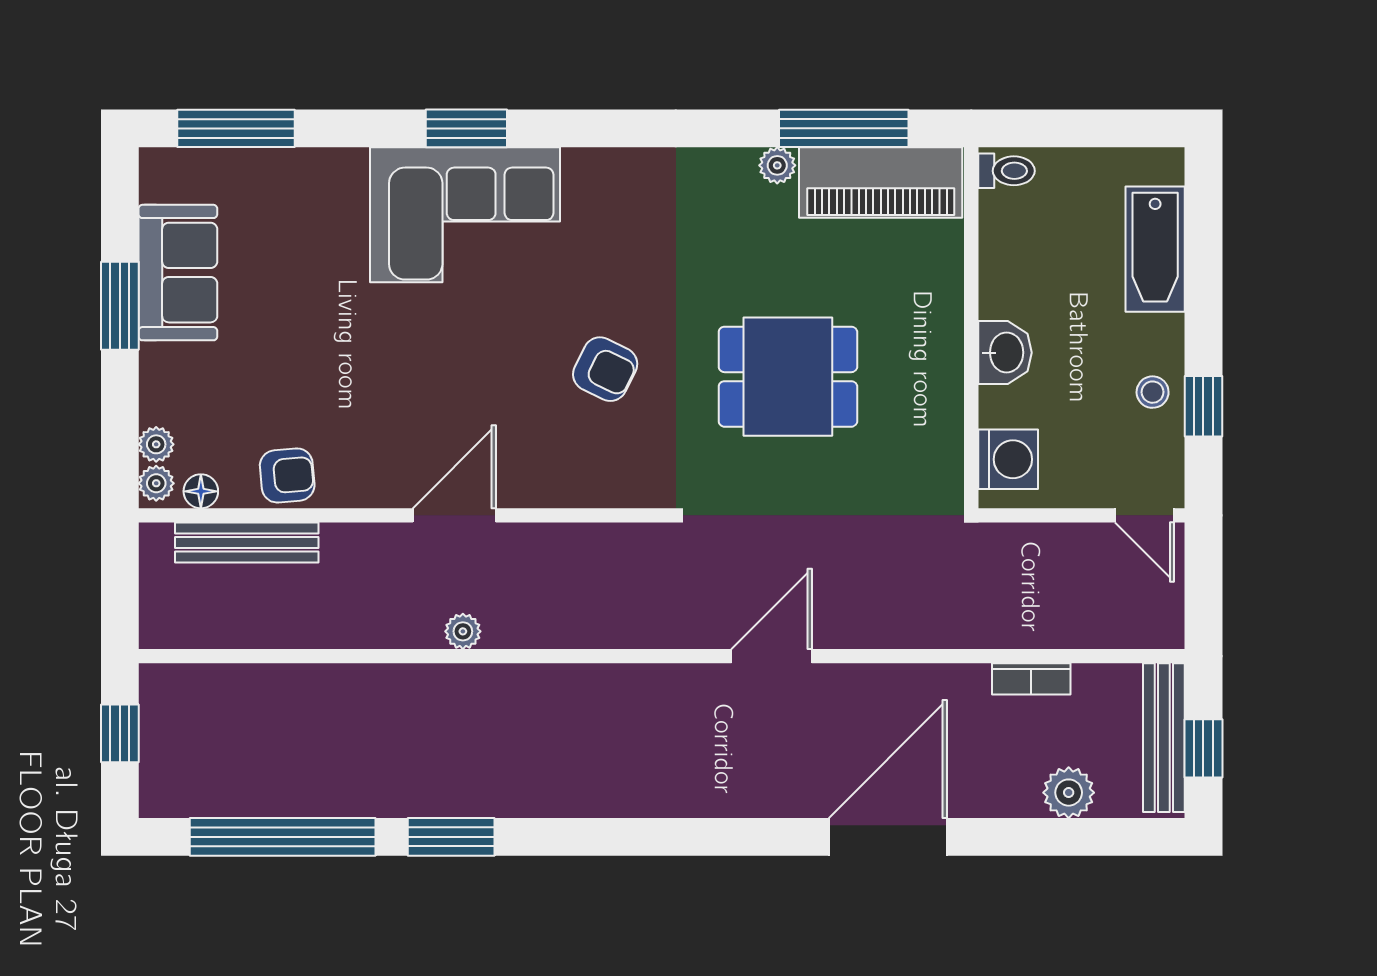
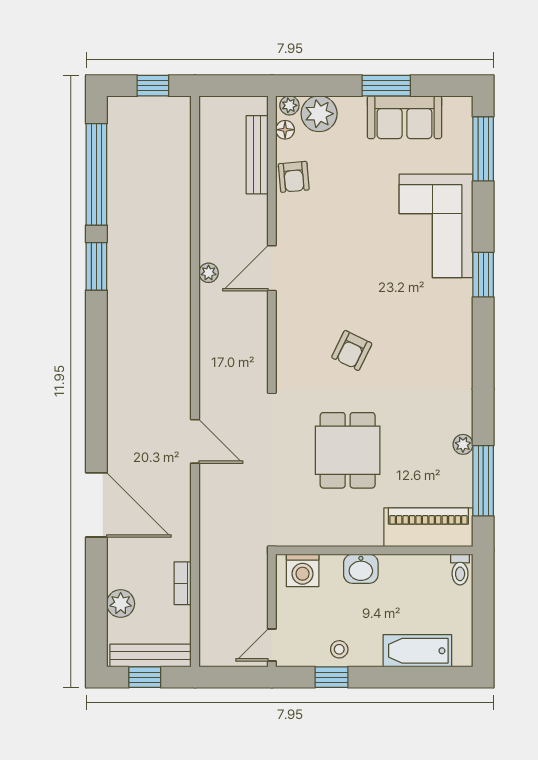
piano: (881, 183) -> (428, 527), moved, turned 90
corner sofa: (465, 215) -> (436, 226), moved
plant: (156, 444) -> (319, 114), width x1.87, depth x1.87
door: (454, 515) -> (272, 268), swing flipped

